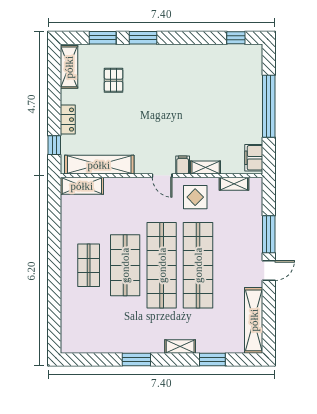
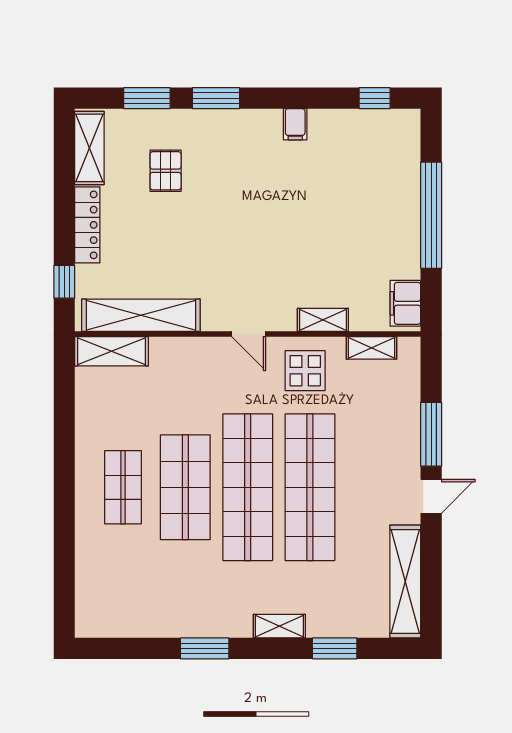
locker: (68, 120) -> (87, 225), width x1.53
filing cabinet: (183, 165) -> (295, 124), moved, turned 180

